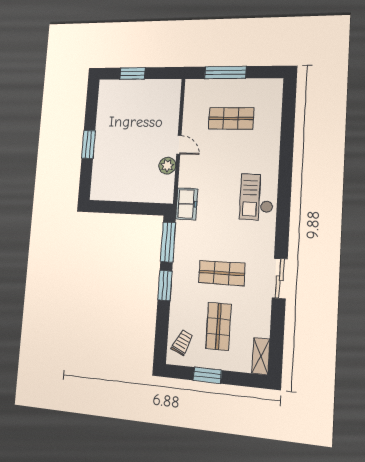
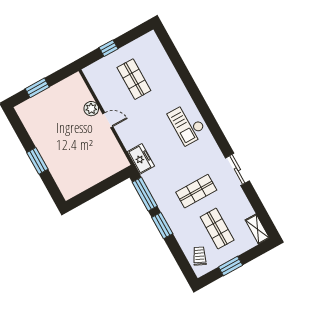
window: (225, 73) -> (109, 48), width x0.46
shop shelf: (231, 118) -> (134, 79), turned 90
plant: (167, 166) -> (91, 109), moved

